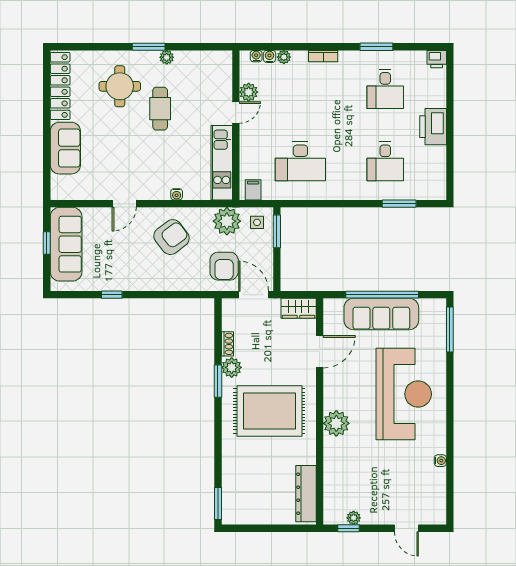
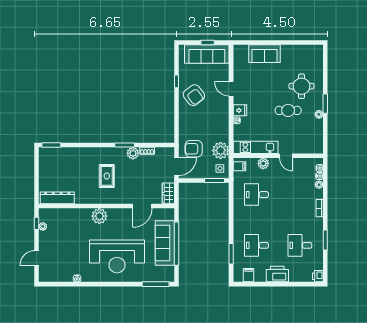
locker: (60, 86) -> (302, 50), removed
plant: (249, 92) -> (263, 163), moved
desk: (300, 161) -> (256, 195), width x0.73
filing cabinet: (435, 175) -> (249, 275), added
fridge: (160, 189) -> (240, 110), added
armchair: (172, 237) -> (194, 95), moved
door: (320, 352) -> (142, 206), hinge flipped
rug: (269, 411) -> (107, 176), width x0.54, depth x0.49

